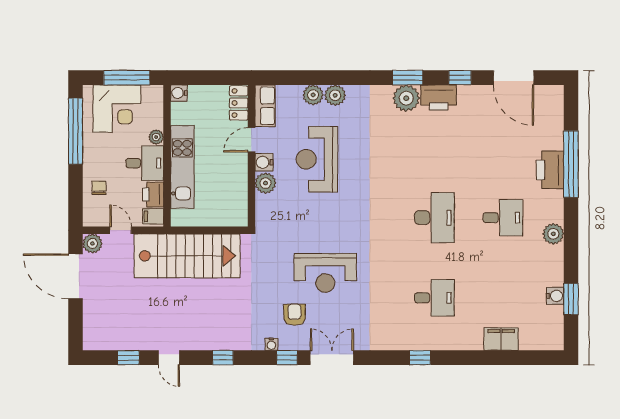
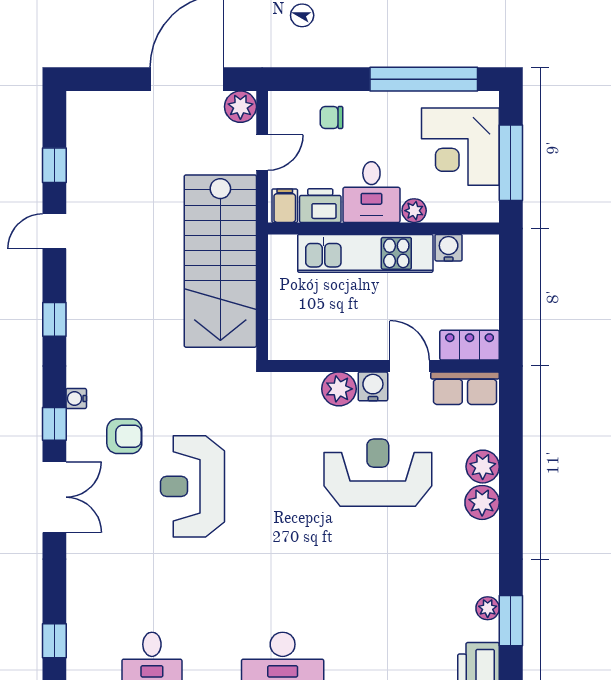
water cooler: (179, 93) -> (449, 248), moved
plant: (406, 98) -> (488, 608), width x0.53, depth x0.53
chair: (99, 188) -> (331, 117), turned 180

